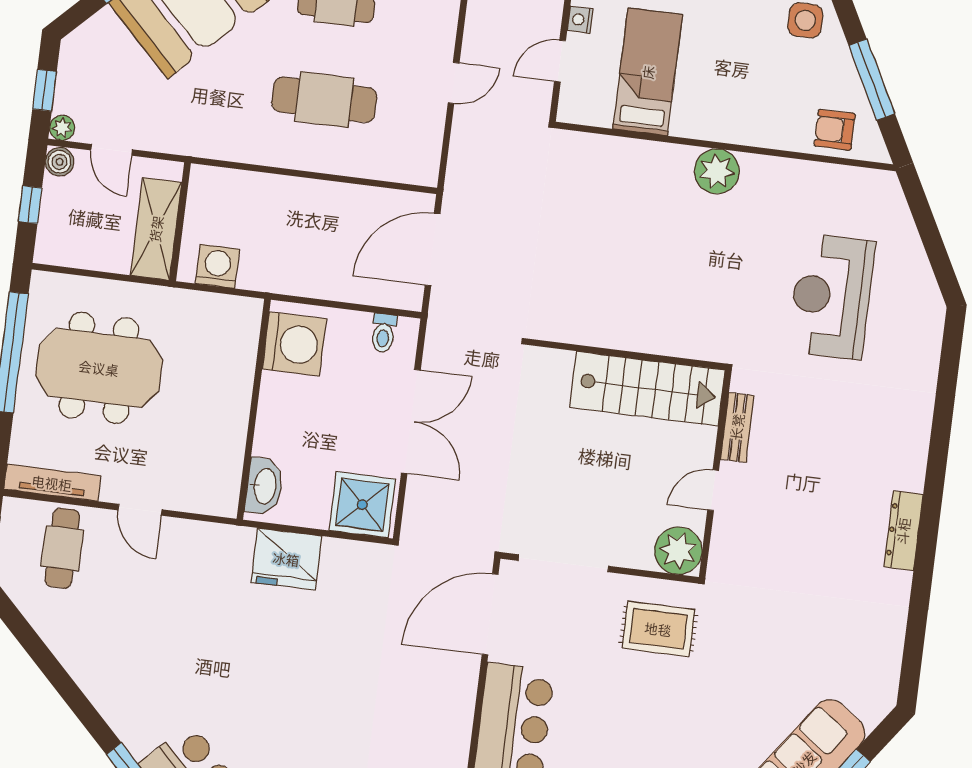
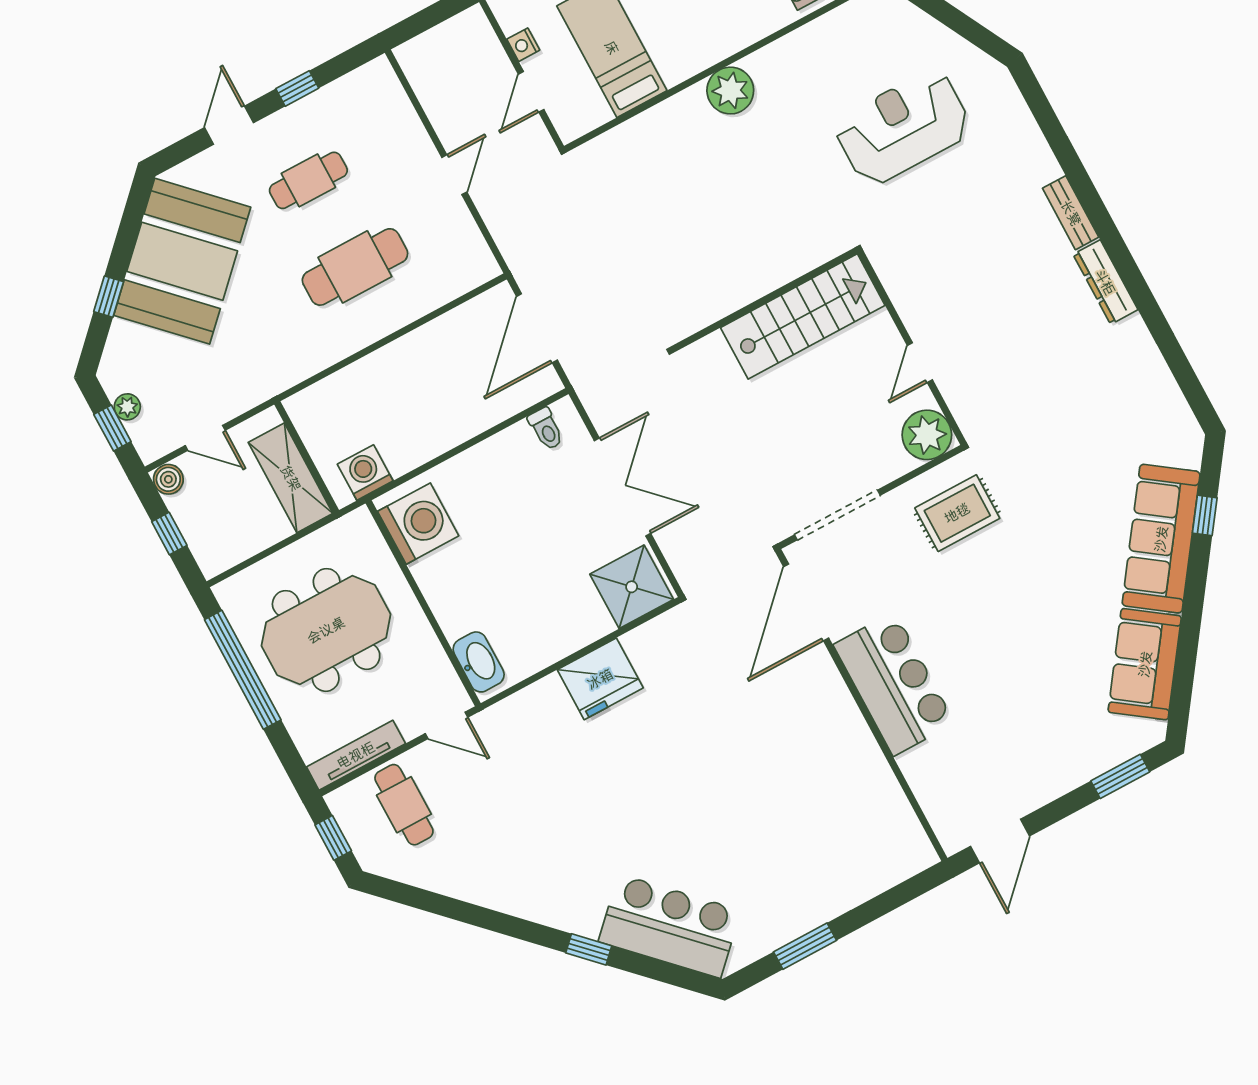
plant: (62, 128) -> (127, 407), moved
reception desk: (831, 296) -> (903, 127), turned 90
washing machine: (294, 344) -> (418, 524), moved
wall: (254, 409) -> (423, 603), moved
bench: (737, 427) -> (1071, 213), moved
washbasin: (264, 486) -> (479, 662), moved

